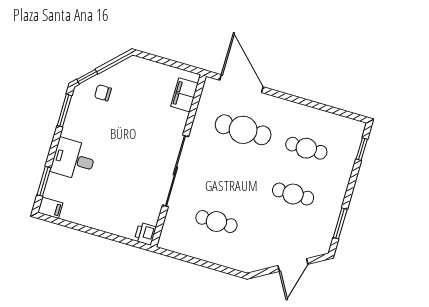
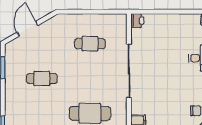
cafe table: (306, 148) -> (42, 113), removed

